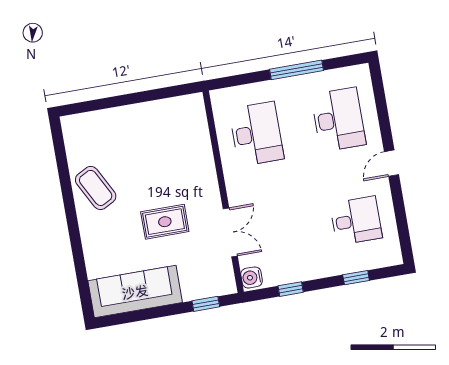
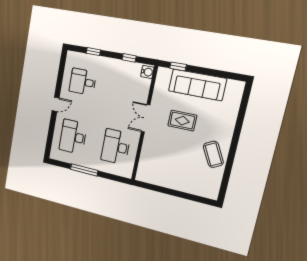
double door: (230, 232) -> (146, 118), moved
sofa: (135, 292) -> (197, 85), moved

